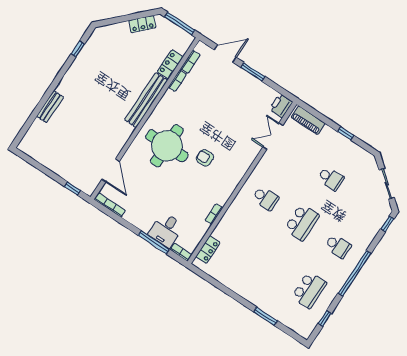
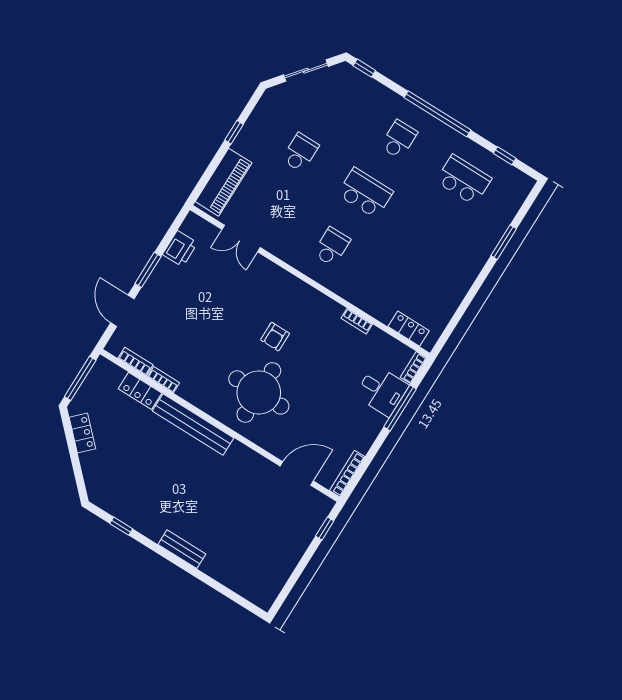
printer: (281, 106) -> (180, 249), moved, turned -90
bench: (50, 107) -> (182, 549), moved
piano: (308, 120) -> (224, 182), width x1.37, depth x1.33

